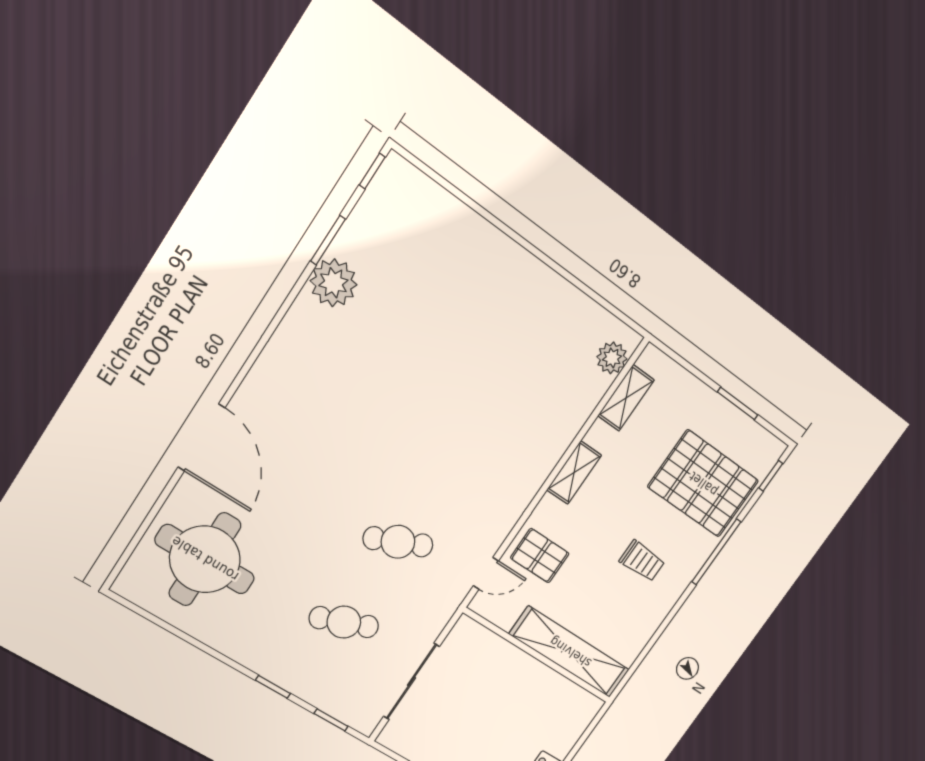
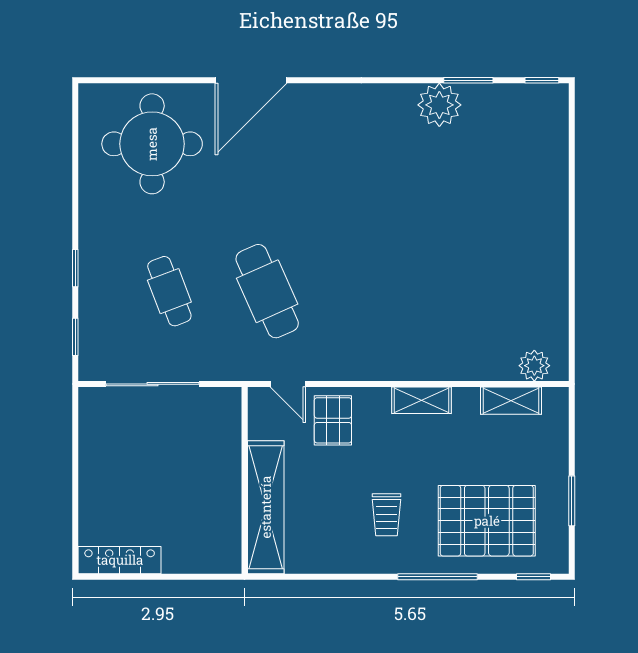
pallet: (703, 484) -> (487, 521), turned 90
cafe table: (398, 542) -> (267, 291), width x1.37, depth x1.35

